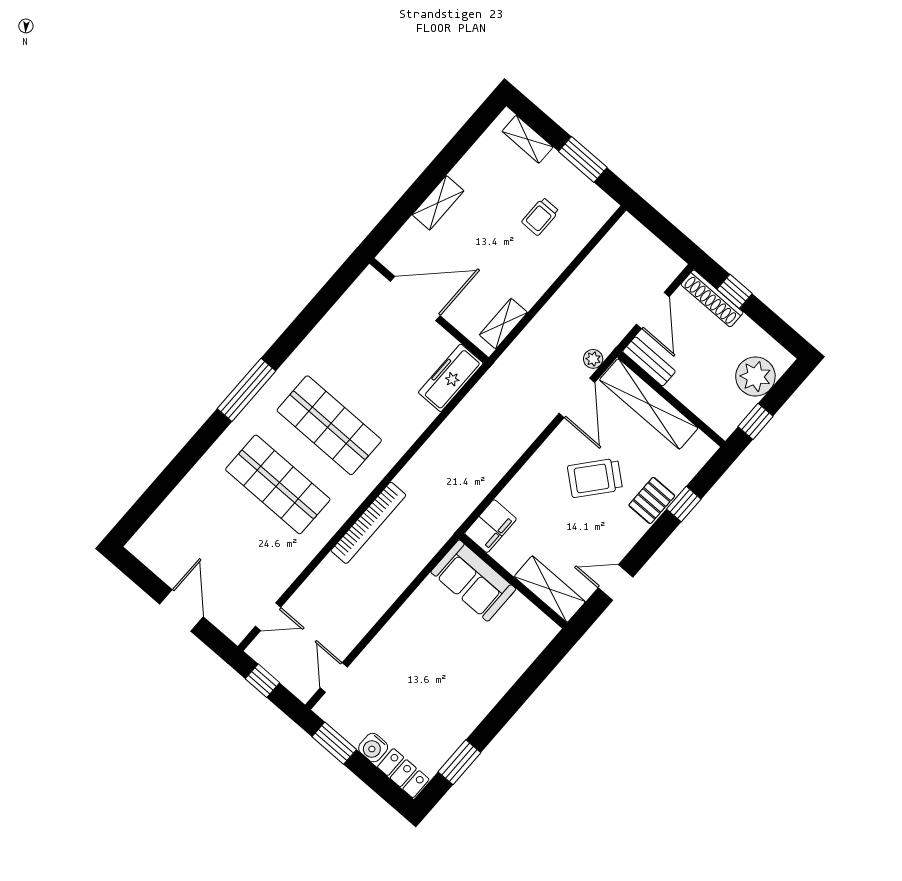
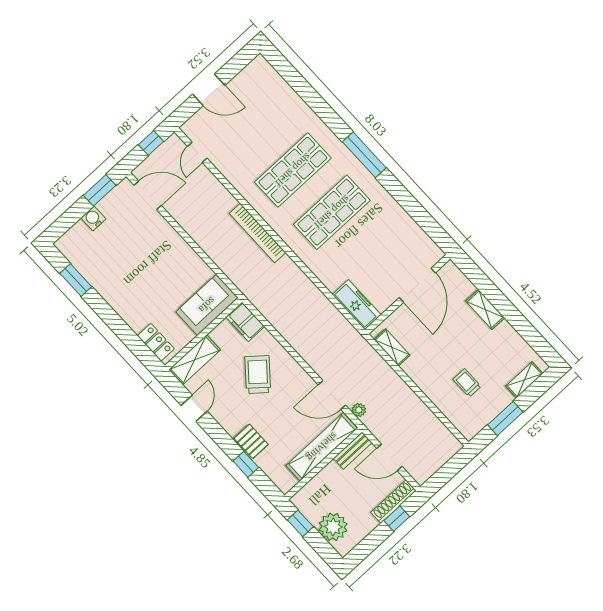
trolley: (595, 478) -> (258, 375), moved
door: (334, 678) -> (148, 195), width x1.38
locker: (403, 773) -> (156, 342), moved, turned -90

